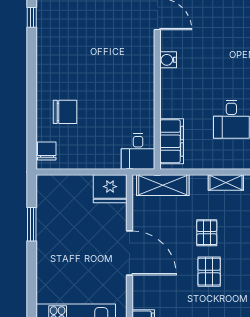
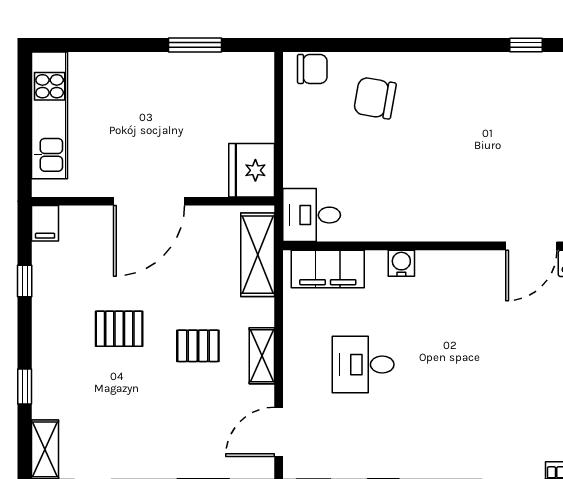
water cooler: (168, 60) -> (401, 263), moved
chair: (65, 112) -> (375, 98), turned 100
pallet: (207, 233) -> (198, 346), moved

